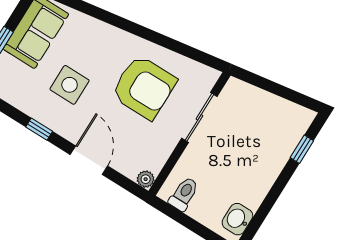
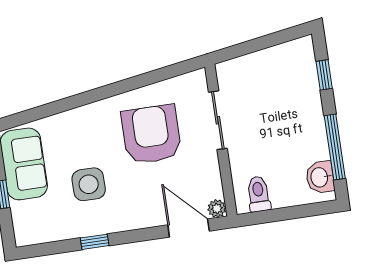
armchair: (144, 87) -> (151, 134), turned -90
door: (89, 160) -> (189, 228), moved
window: (266, 207) -> (335, 147), added

